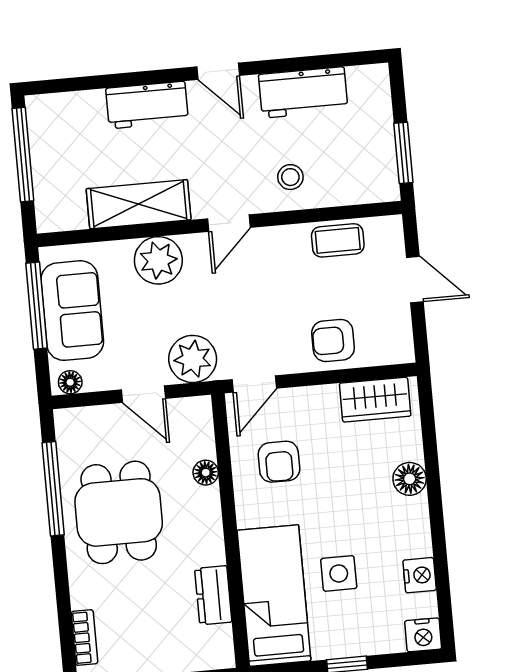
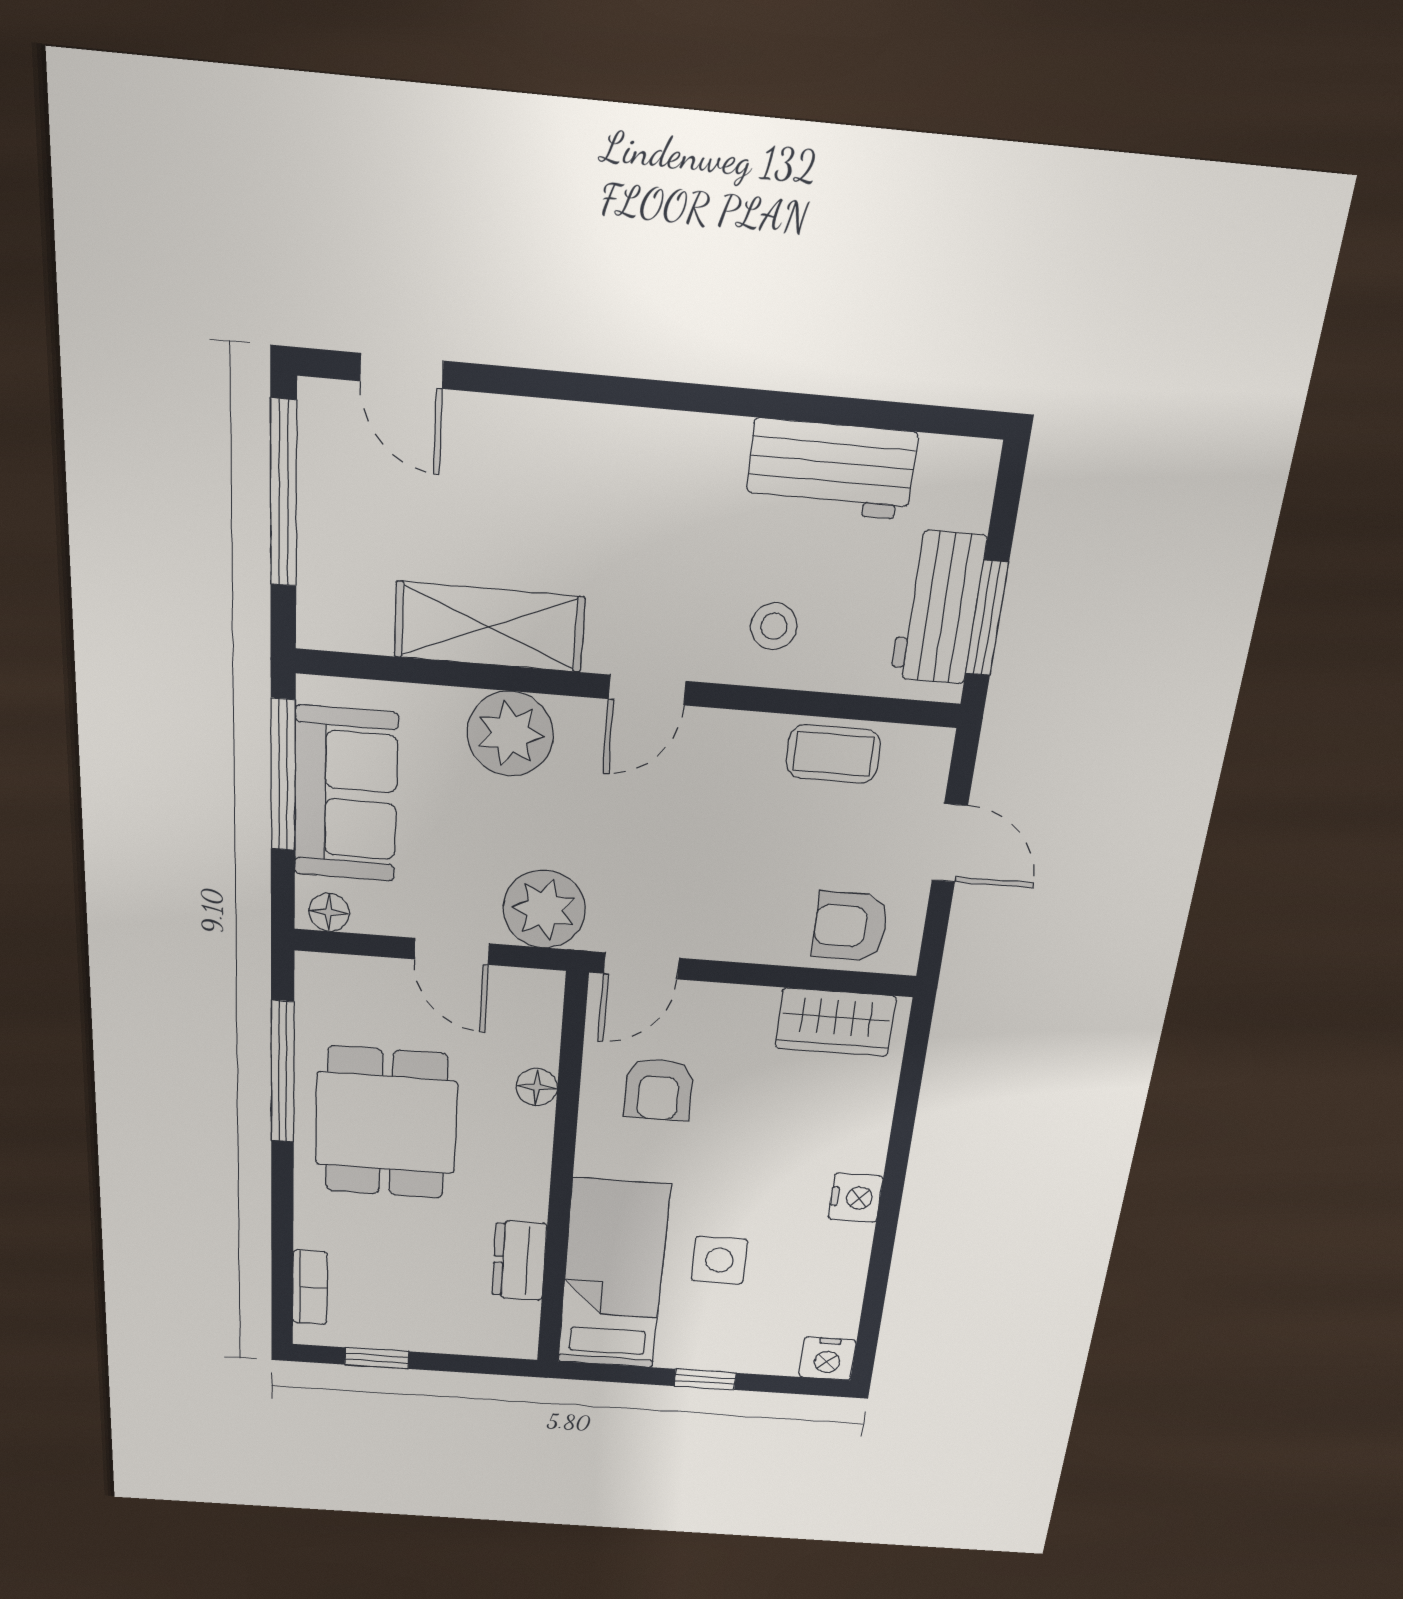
door: (218, 71) -> (402, 371), moved
workbench: (147, 105) -> (938, 608), moved, turned 90
armchair: (333, 340) -> (850, 926), moved
floor lamp: (410, 479) -> (862, 1147), removed
nightstand: (420, 575) -> (856, 1198), moved

